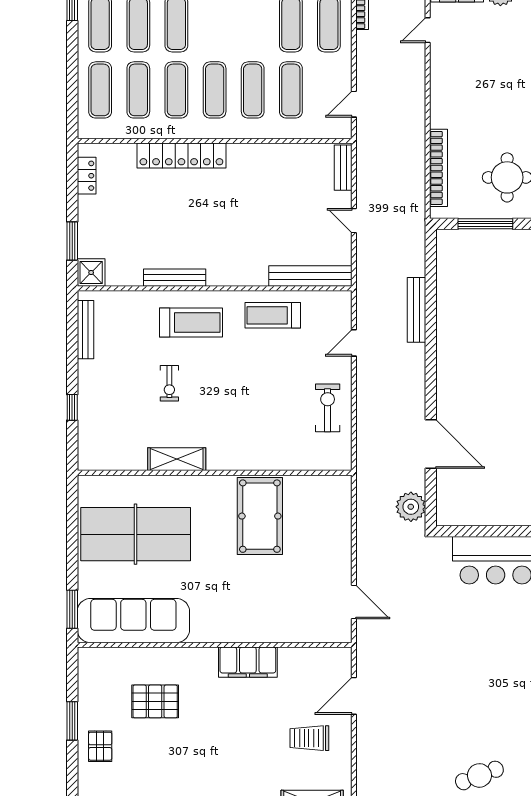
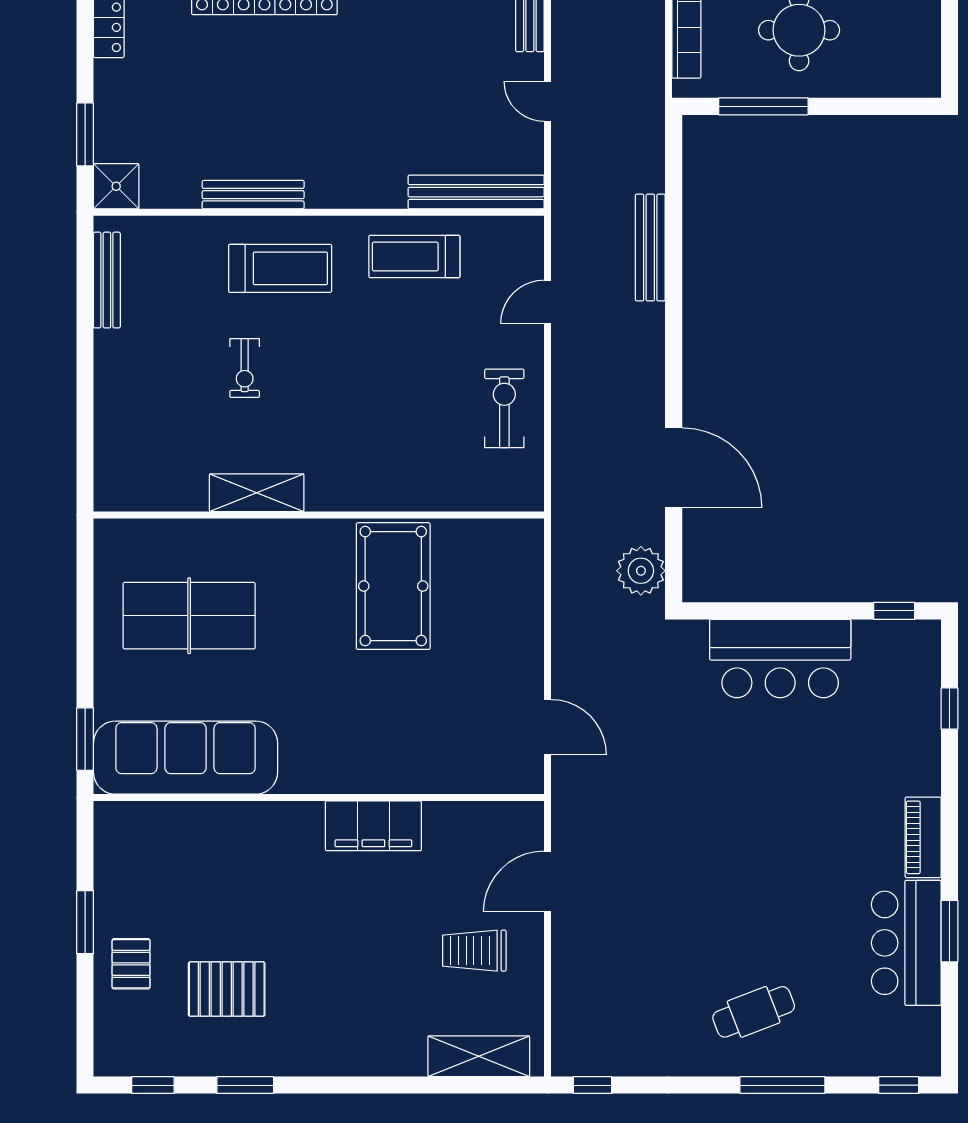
window: (72, 407) -> (85, 408), removed
table tennis table: (136, 534) -> (189, 616), width x0.73, depth x0.76
pallet: (155, 701) -> (227, 989), moved

